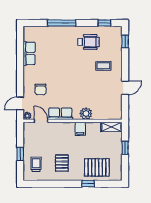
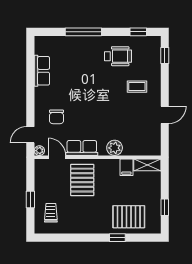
filing cabinet: (80, 129) -> (126, 167), moved
window: (125, 148) -> (165, 207), moved
pallet: (62, 163) -> (82, 180), moved, width x1.50, depth x1.42

